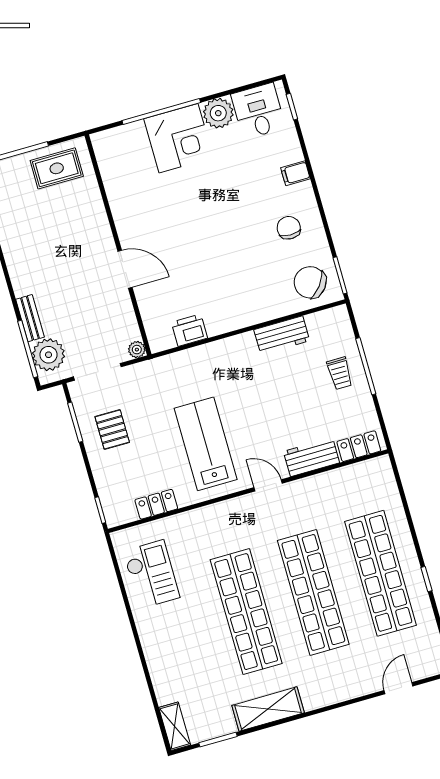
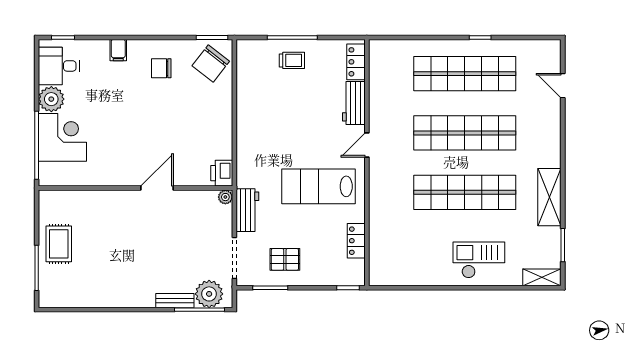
wall: (118, 245) -> (136, 188), moved
door: (125, 269) -> (157, 188), moved
workbench: (282, 335) -> (247, 210), moved
plant: (137, 350) -> (225, 197), moved
checkout: (151, 574) -> (479, 260), moved

